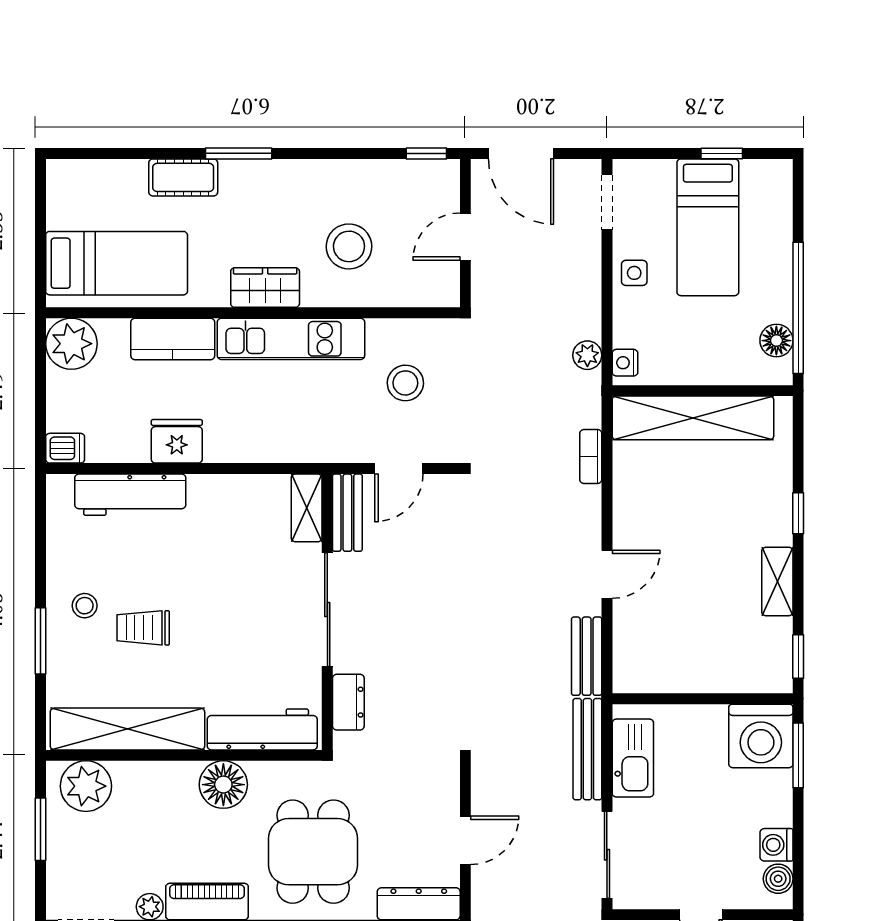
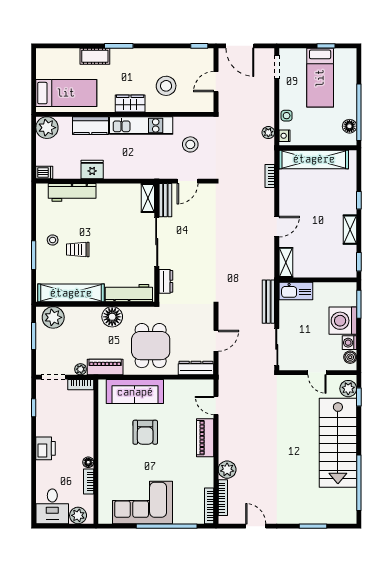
side table: (634, 273) -> (287, 116), moved
bench: (587, 656) -> (268, 262), removed
shelving: (628, 658) -> (286, 262), added
washing machine: (761, 736) -> (343, 321), moved, turned 90
kitchen sink: (633, 758) -> (296, 291), moved, turned 90

